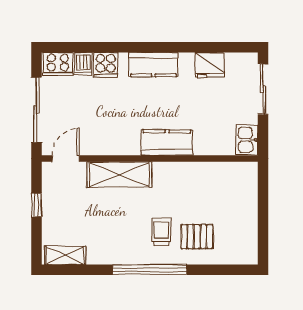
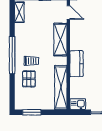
shelving: (214, 174) -> (61, 87), added
window: (263, 231) -> (32, 112), added

